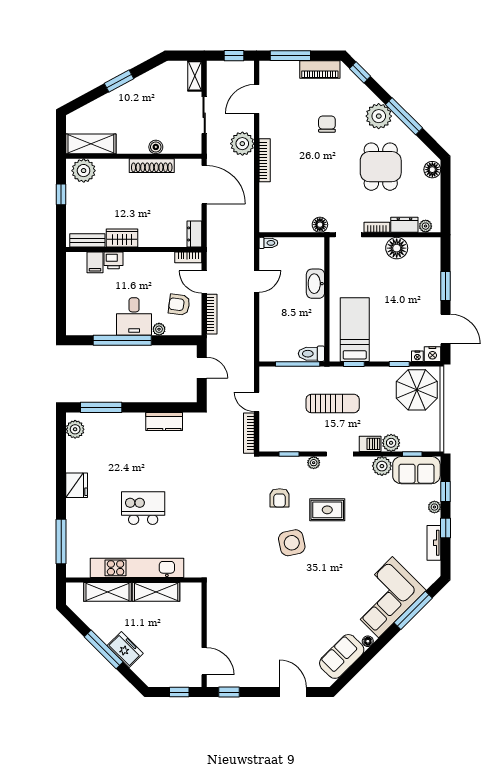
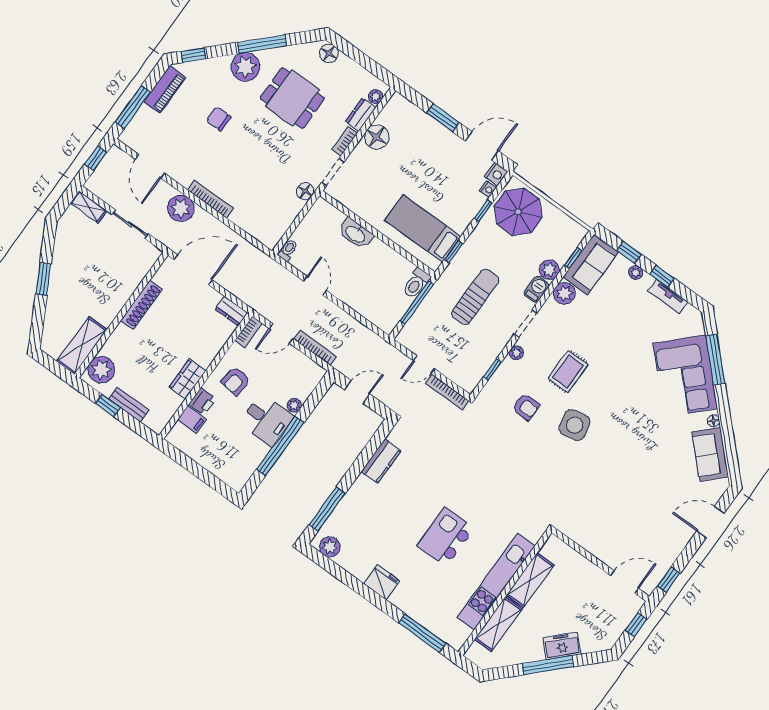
boiler: (156, 147) -> (127, 289), removed
bench: (87, 240) -> (129, 405), moved, turned 90
armchair: (179, 305) -> (236, 381), moved

